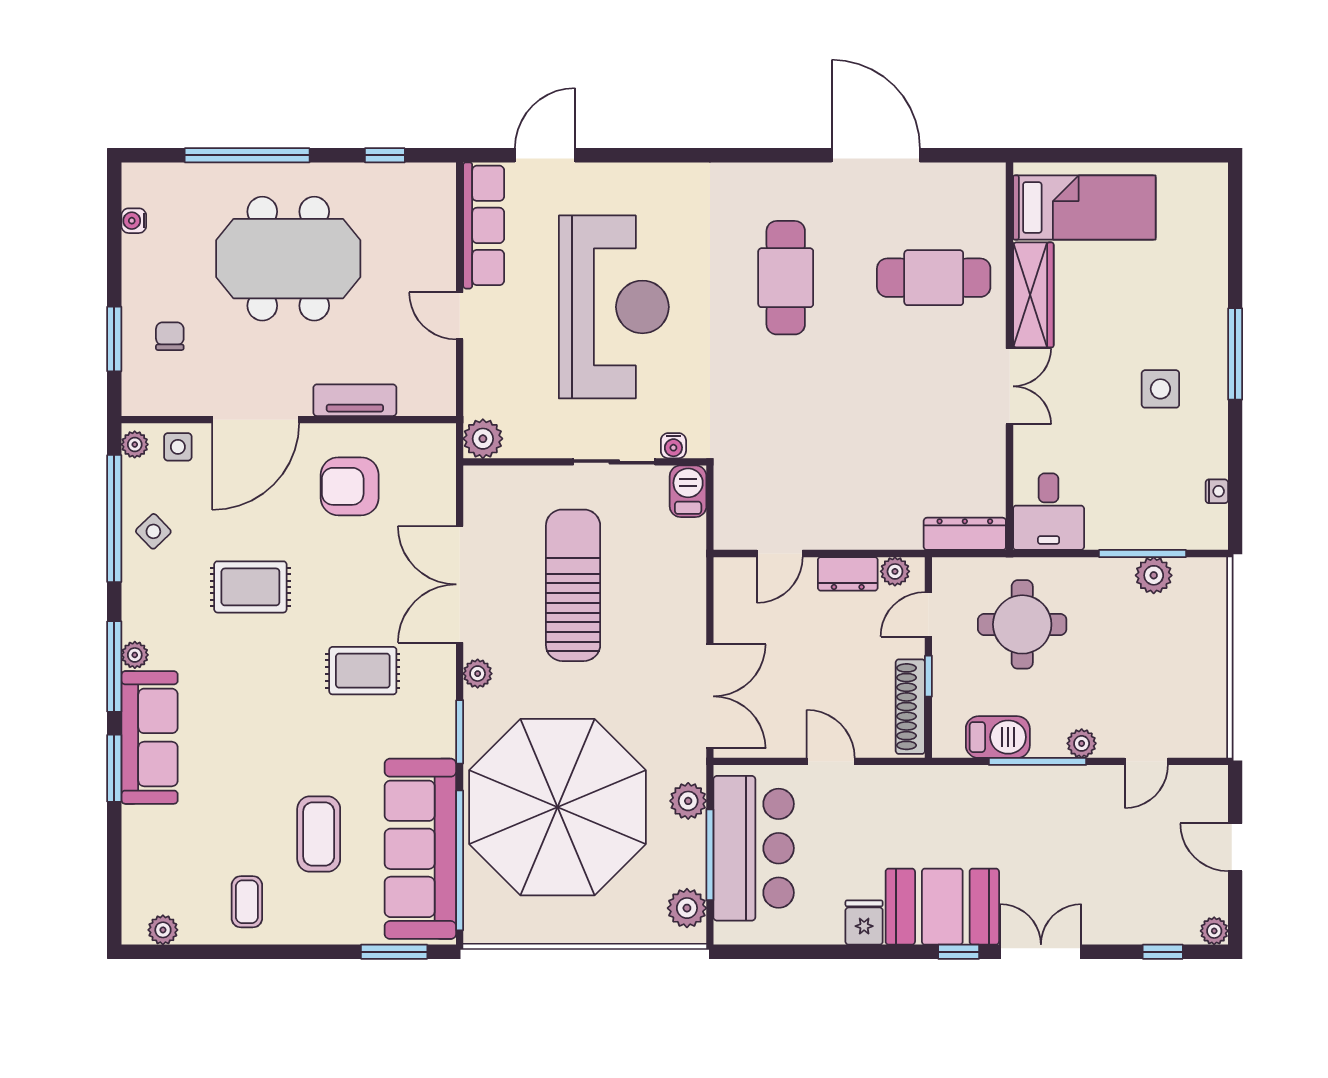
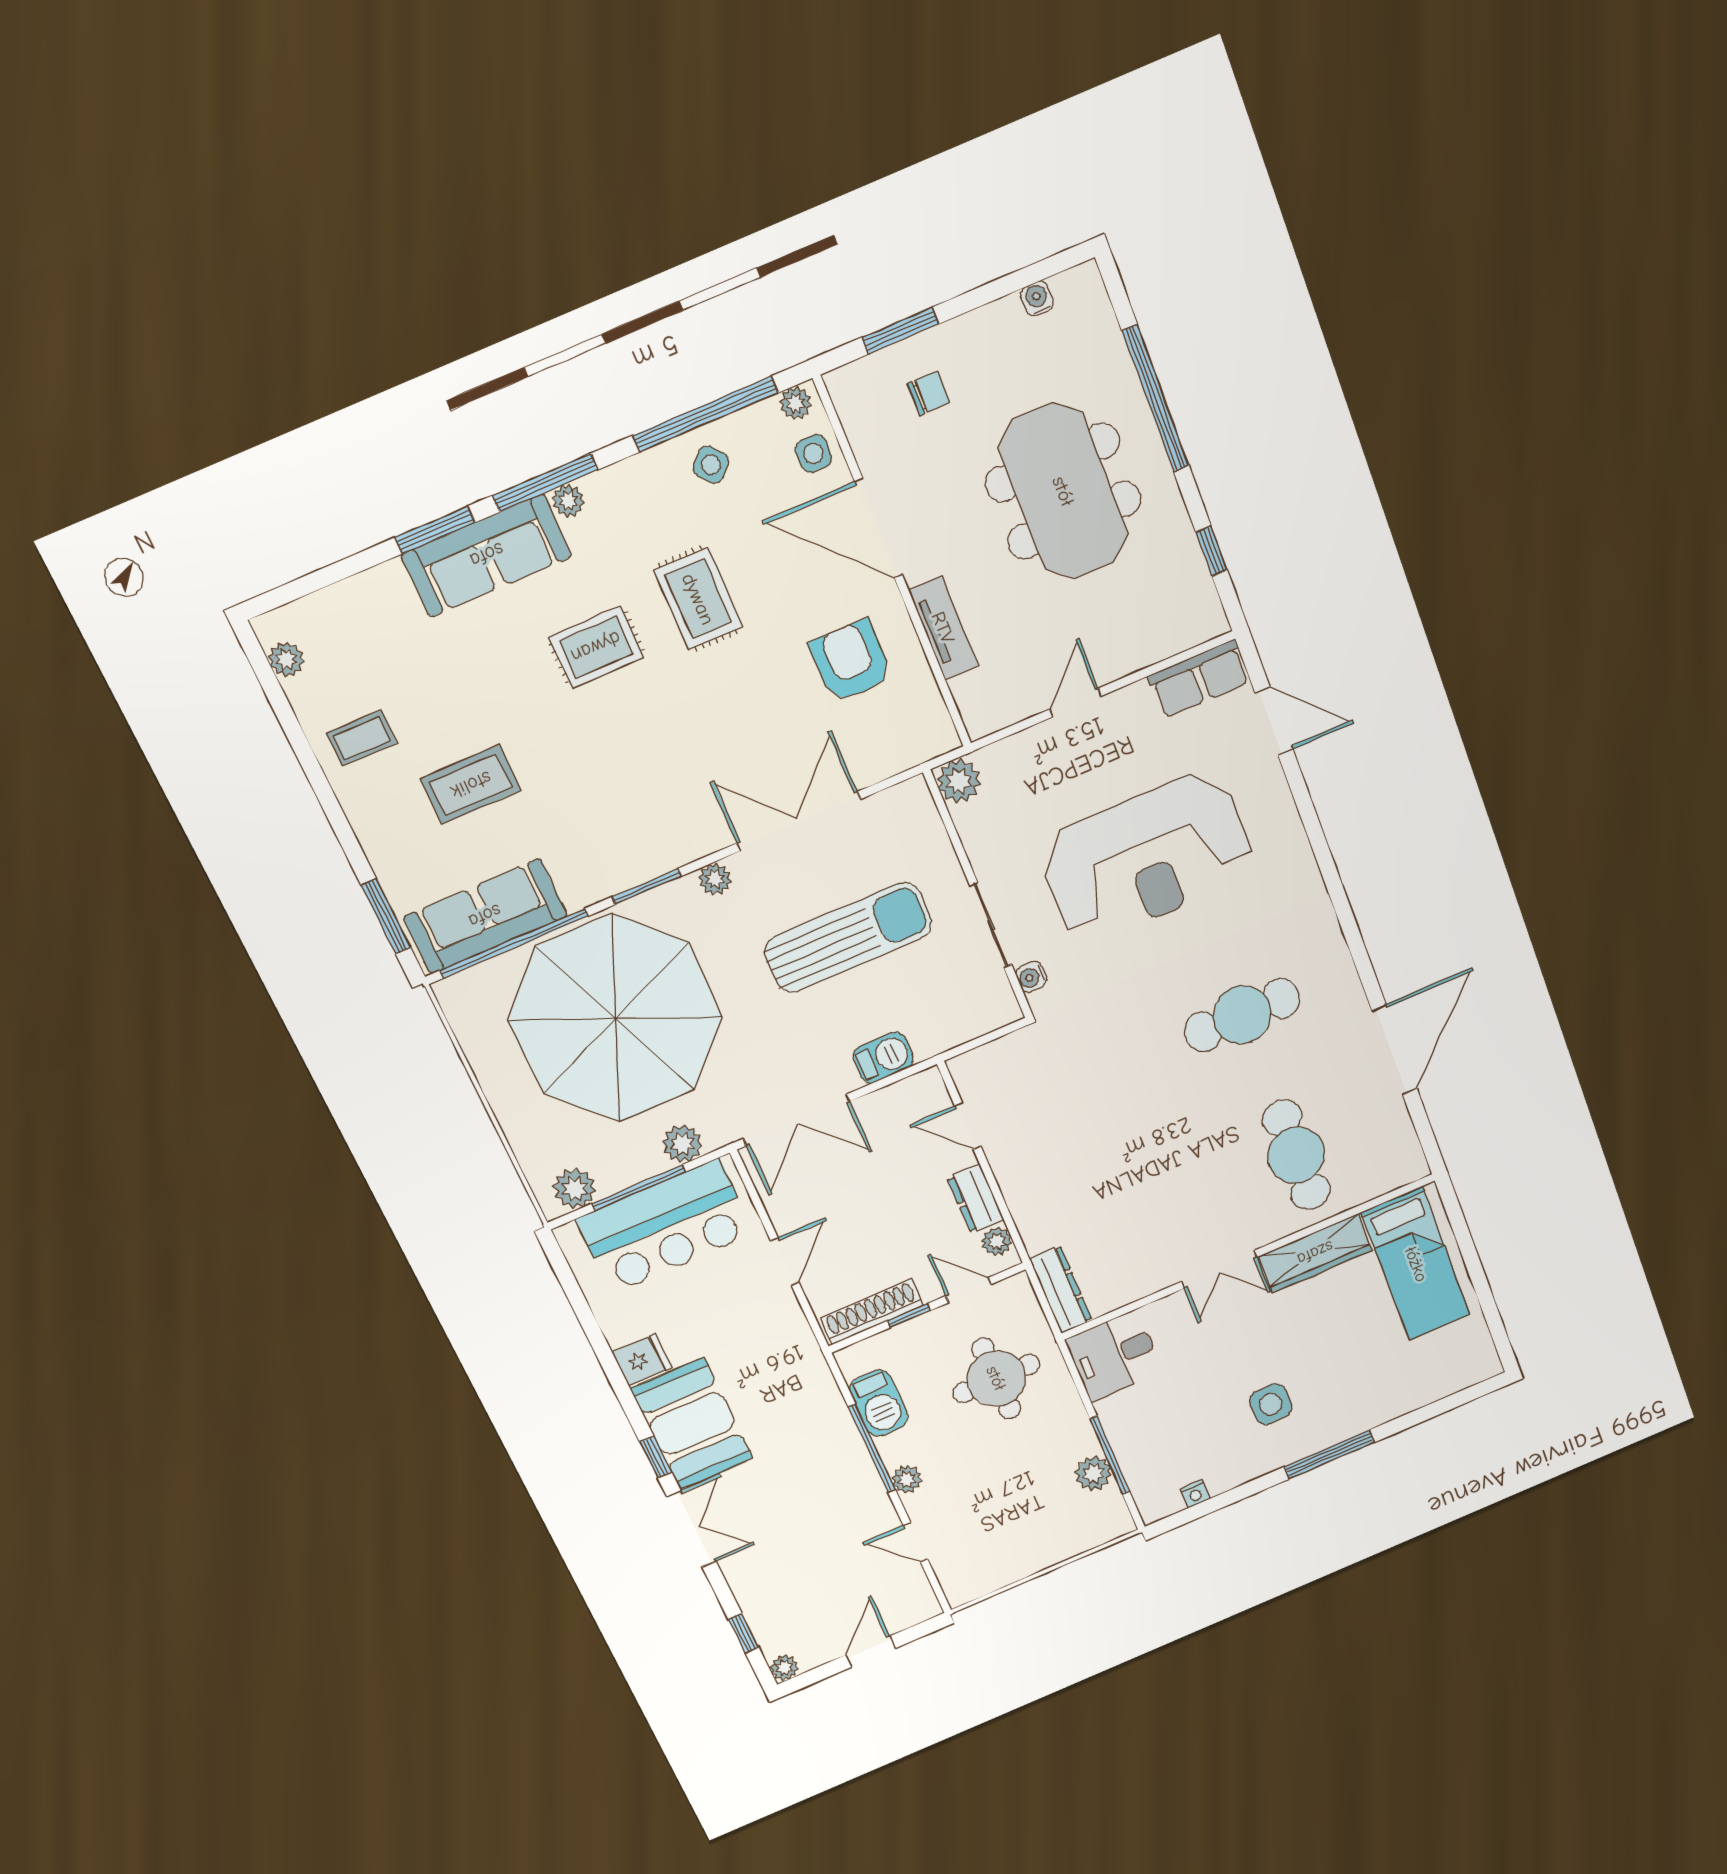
row of seats: (484, 225) -> (1199, 679), width x0.68
barbecue: (688, 491) -> (883, 1057), moved
rug: (363, 671) -> (596, 647), moved, turned 90
sofa: (420, 849) -> (485, 916), width x0.74, depth x0.79

